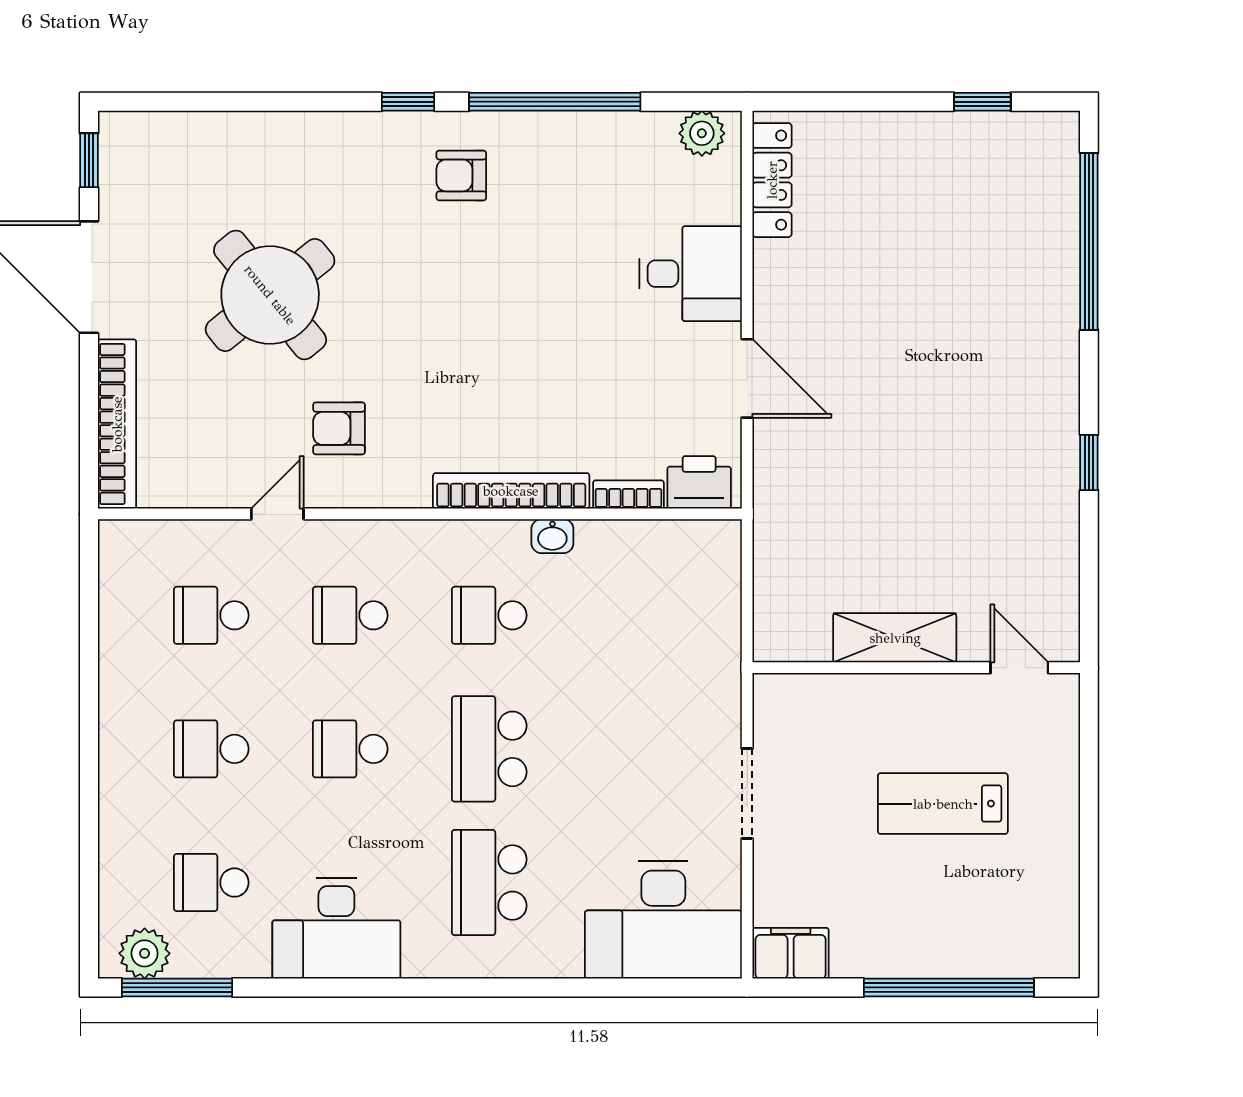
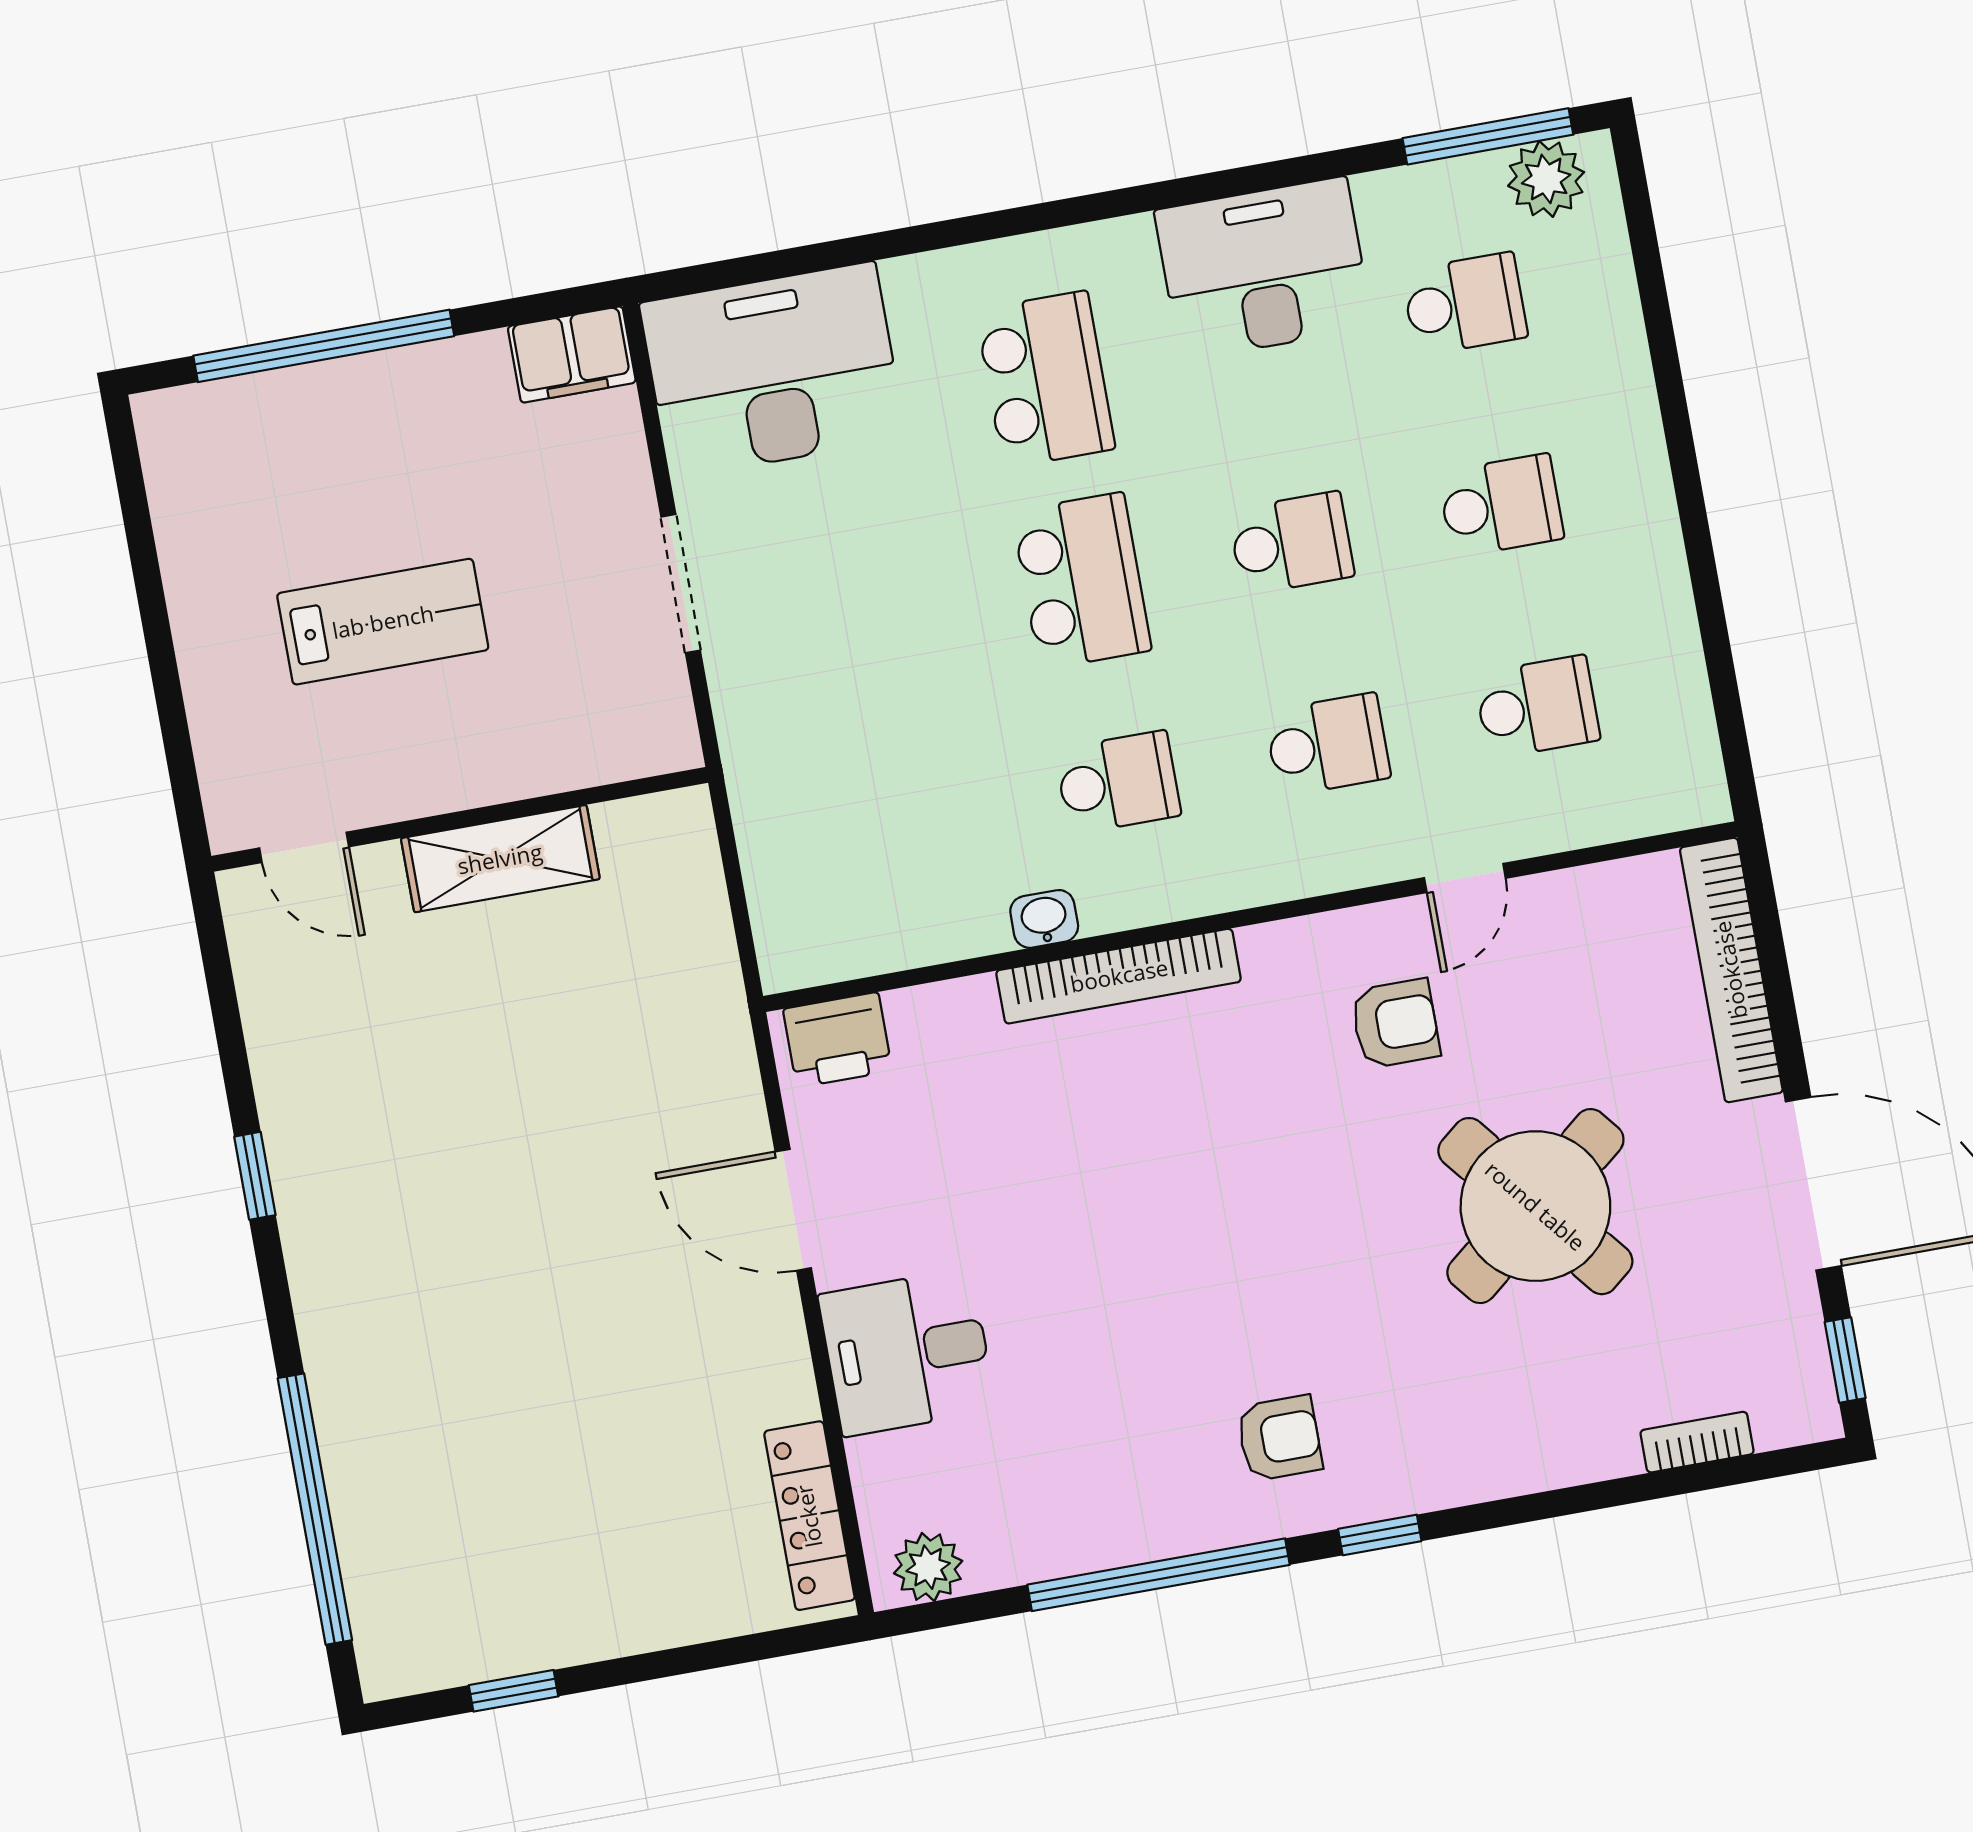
bookcase: (628, 494) -> (1697, 1442), moved, turned 180

